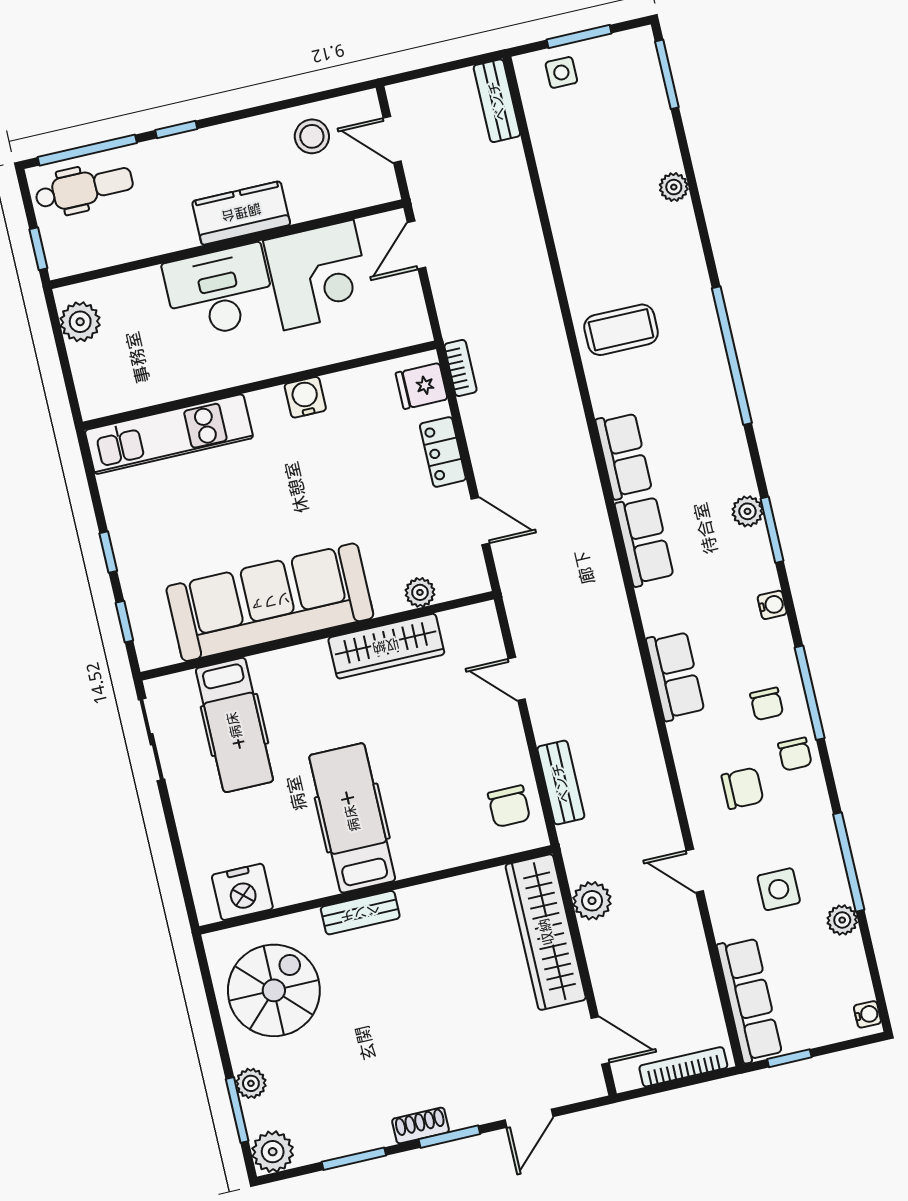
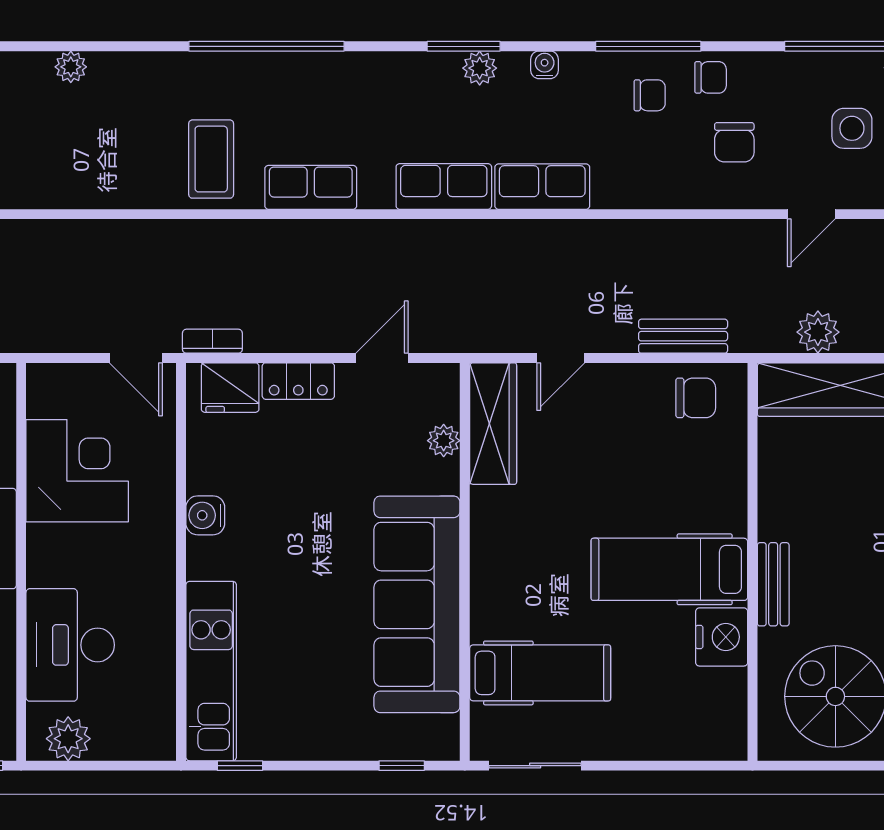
door: (416, 245) -> (136, 358), moved
desk: (219, 291) -> (70, 645), moved
fridge: (422, 386) -> (230, 388), width x1.38
row of seats: (624, 455) -> (311, 187), moved
plant: (747, 511) -> (480, 68), moved
window: (108, 552) -> (240, 766), moved
wardrobe: (386, 646) -> (493, 424), moved
row of seats: (675, 676) -> (542, 187), moved
chair: (742, 788) -> (734, 142), turned 180
nightstand: (242, 892) -> (722, 637), moved

